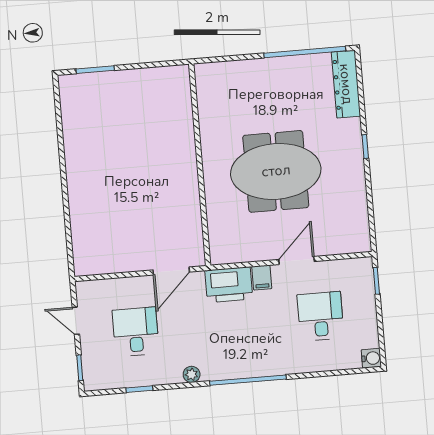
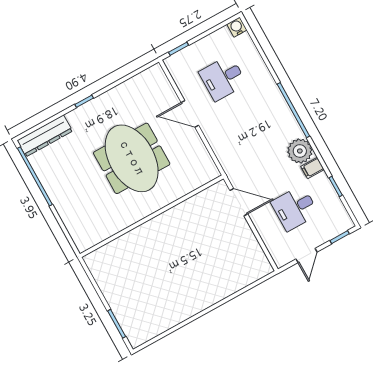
filing cabinet: (262, 278) -> (312, 168), moved, turned 180
printer: (229, 285) -> (230, 156), removed
plant: (192, 374) -> (300, 151), width x1.87, depth x1.87

